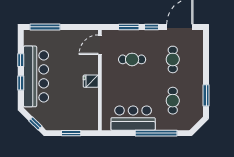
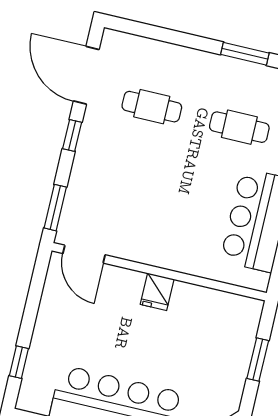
window: (45, 27) -> (19, 362), width x0.46
window: (129, 27) -> (55, 208), moved
cafe table: (132, 59) -> (132, 193), removed

